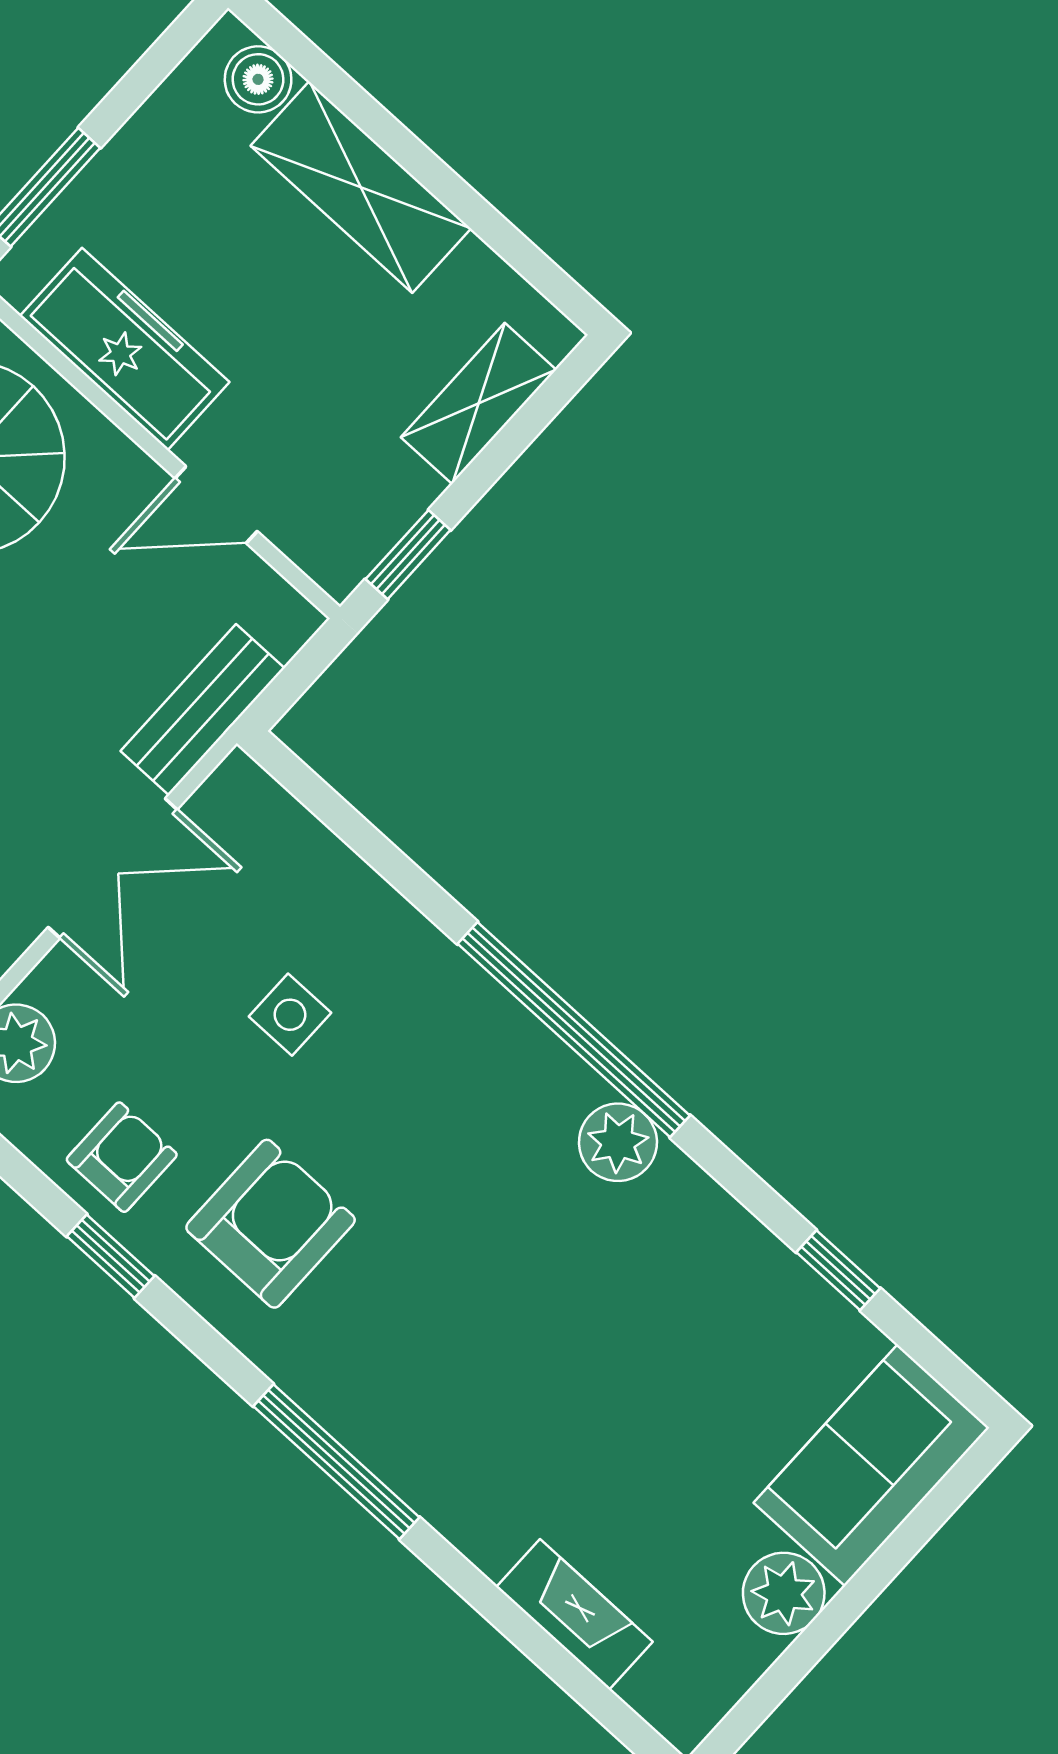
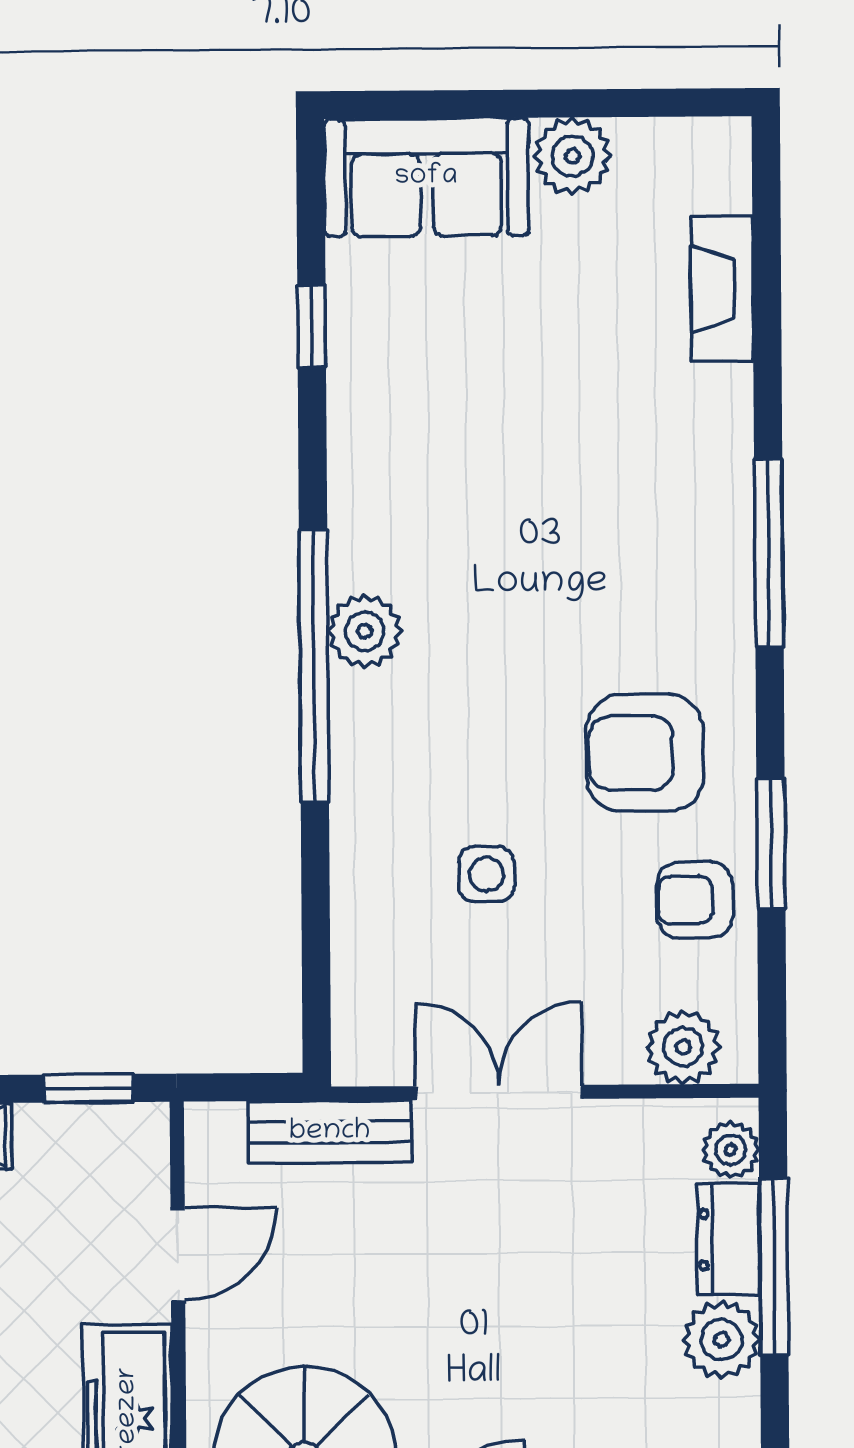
door: (216, 505) -> (178, 1255), hinge flipped
plant: (618, 1142) -> (365, 631), moved
window: (111, 1256) -> (771, 844), width x1.50

